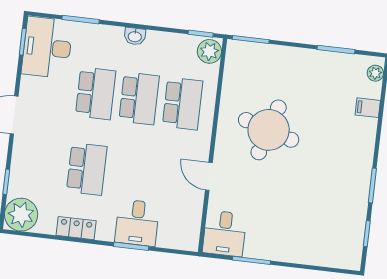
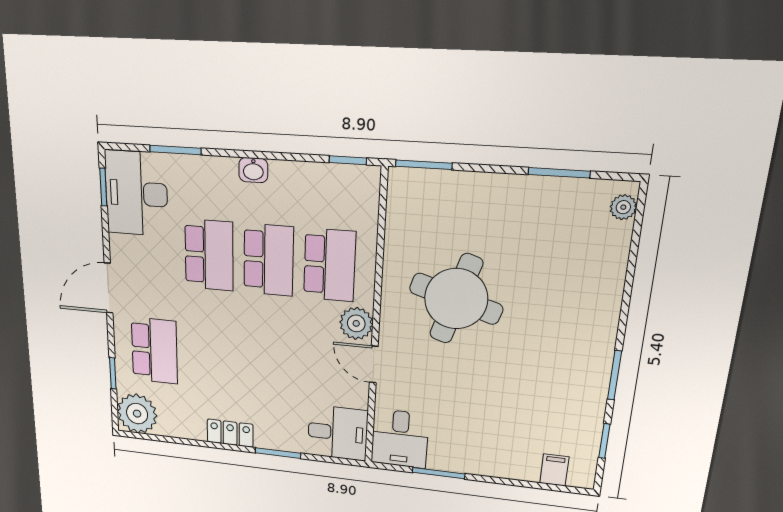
plant: (209, 51) -> (356, 323), moved
filing cabinet: (368, 108) -> (554, 470), moved, turned 90
school desk: (87, 169) -> (154, 351), moved
desk: (137, 223) -> (338, 433), moved, turned -90
locker: (76, 228) -> (230, 433), moved

